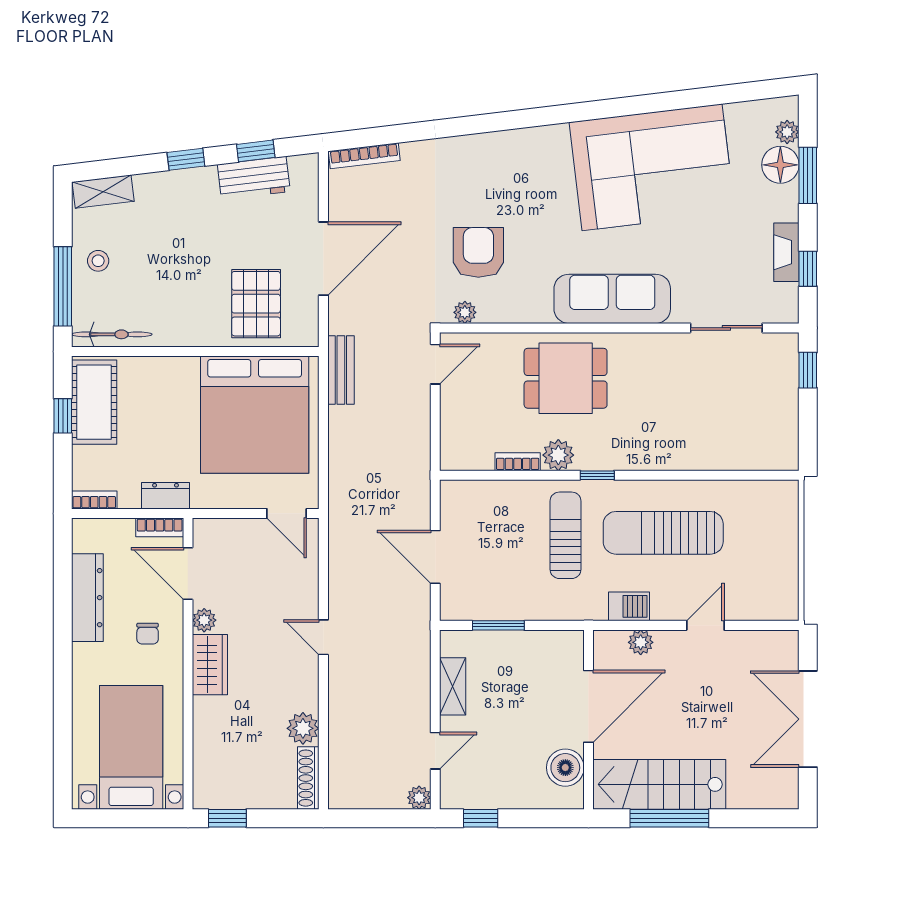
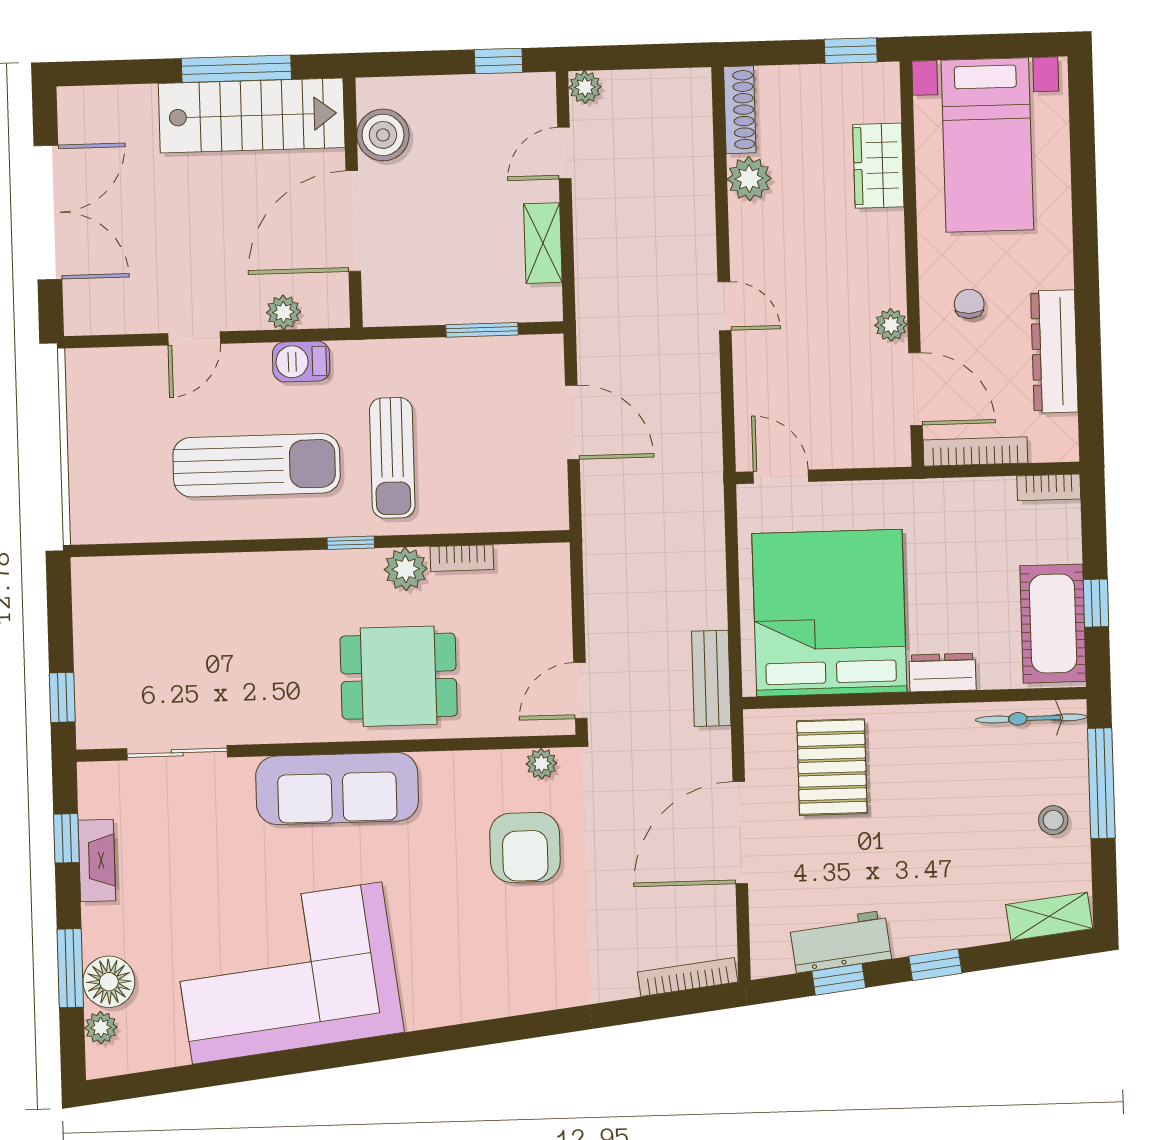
dresser: (165, 496) -> (943, 672), moved, turned 180
bookcase: (160, 527) -> (975, 451), width x1.56
wardrobe: (210, 665) -> (878, 166), moved

